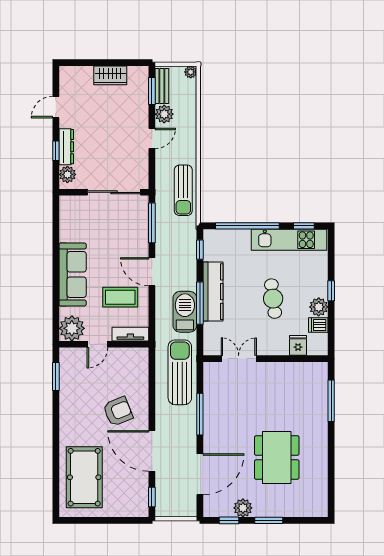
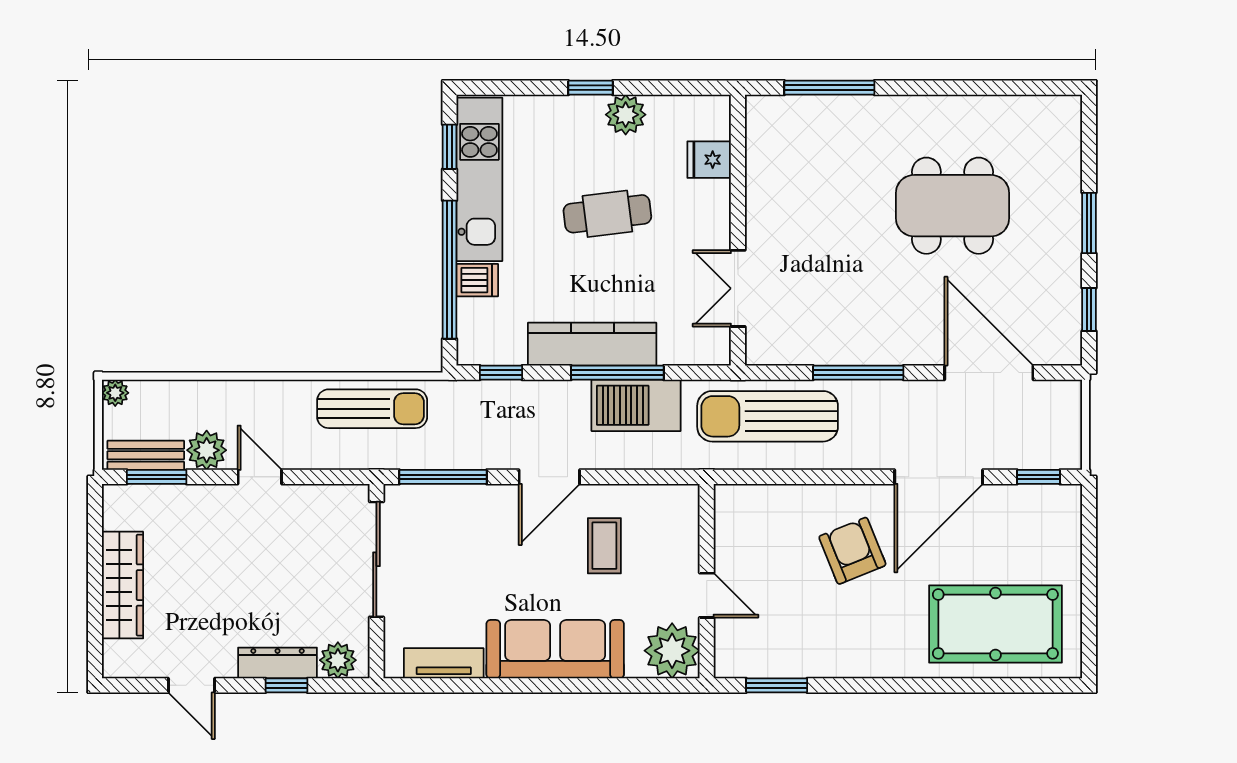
wardrobe: (110, 75) -> (123, 585), width x1.50
coffee table: (120, 297) -> (604, 546), width x0.73, depth x0.77
dishwasher: (318, 325) -> (477, 280), moved, turned -90
tv unit: (130, 334) -> (444, 663), moved, turned 90
plant: (243, 508) -> (1062, 279), removed

